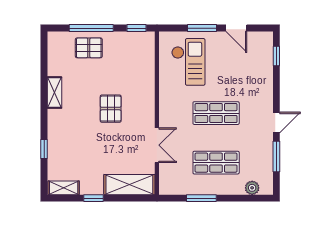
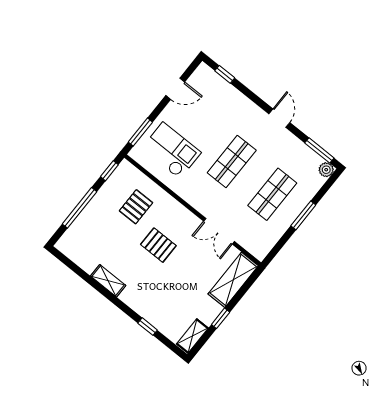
window: (202, 28) -> (140, 132), moved
pallet: (89, 48) -> (136, 207), moved
double door: (157, 145) -> (219, 231), swing flipped
window: (276, 157) -> (319, 150), moved
plant: (252, 188) -> (326, 170), moved
window: (201, 198) -> (303, 215), moved

